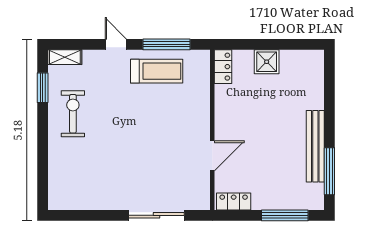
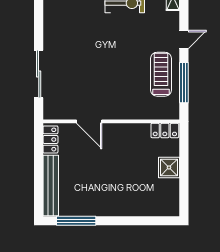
treadmill: (157, 71) -> (161, 74), turned 180
bench: (315, 146) -> (51, 186), moved, turned 90
window: (285, 215) -> (39, 183), removed

